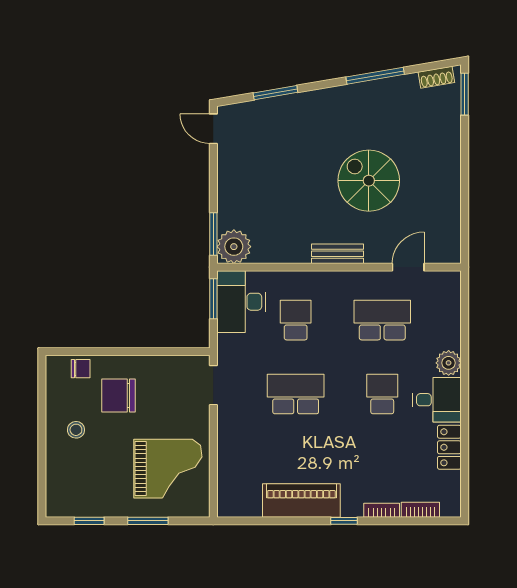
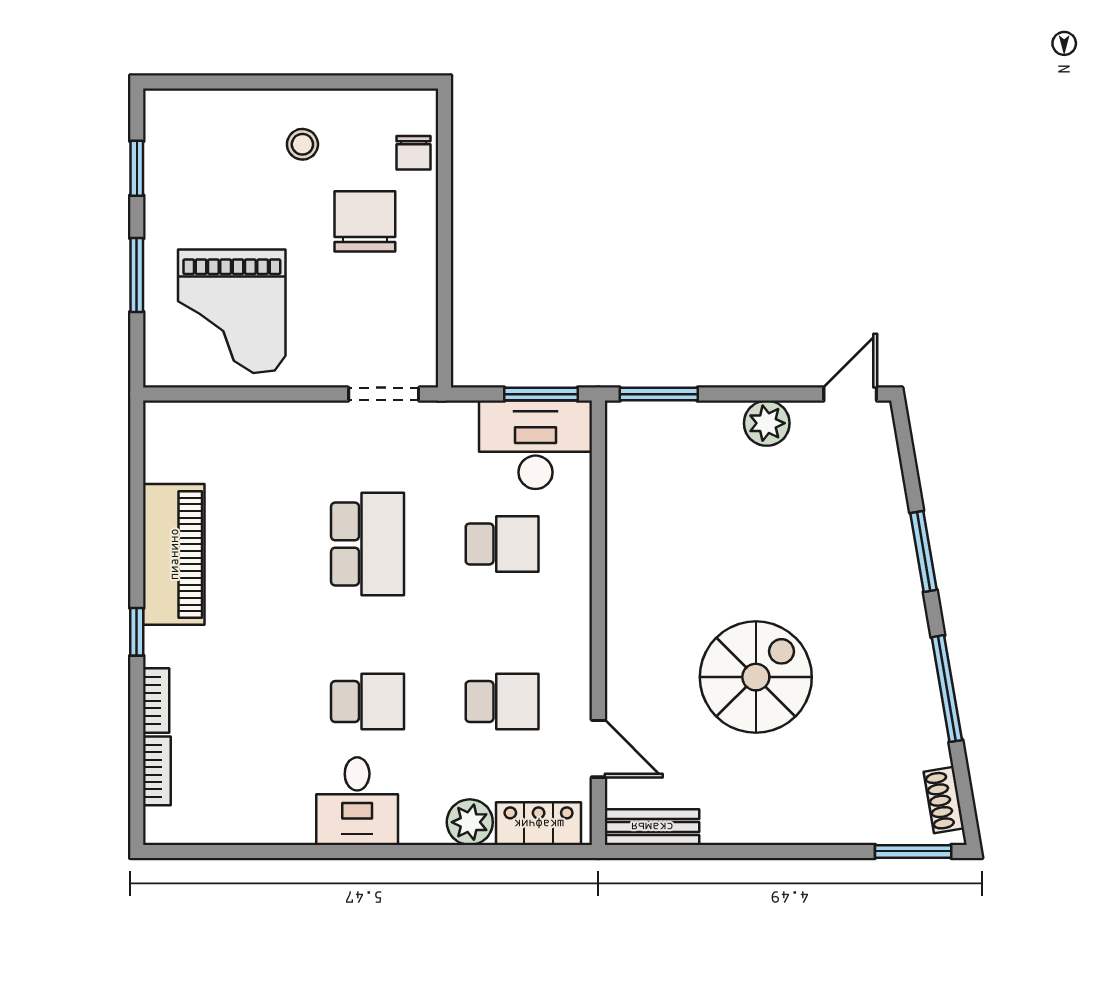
window: (275, 93) -> (923, 551), moved
plant: (234, 247) -> (767, 423), moved, width x0.73, depth x0.73
bench: (337, 254) -> (652, 827), moved, turned 90
school desk: (382, 320) -> (502, 702), width x0.54
plant: (449, 363) -> (470, 822), moved
locker: (449, 447) -> (539, 824), moved

